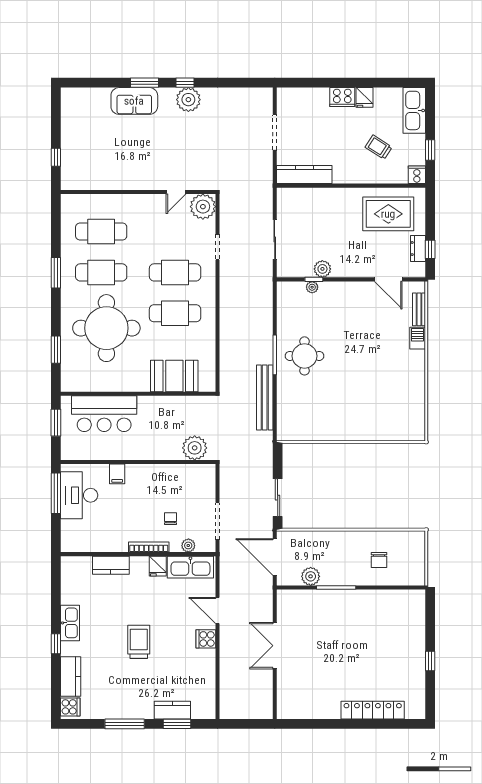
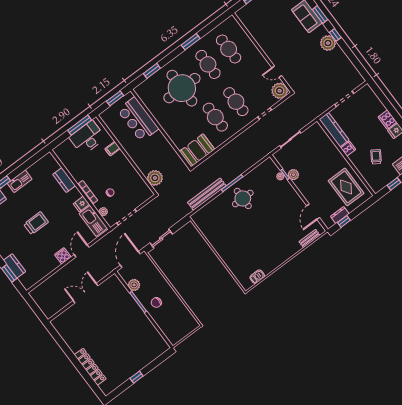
cooker: (417, 175) -> (348, 149), moved
barbecue: (418, 338) -> (257, 277), moved
booth: (174, 376) -> (197, 150), moved, turned 90
chair: (379, 560) -> (156, 302), moved

